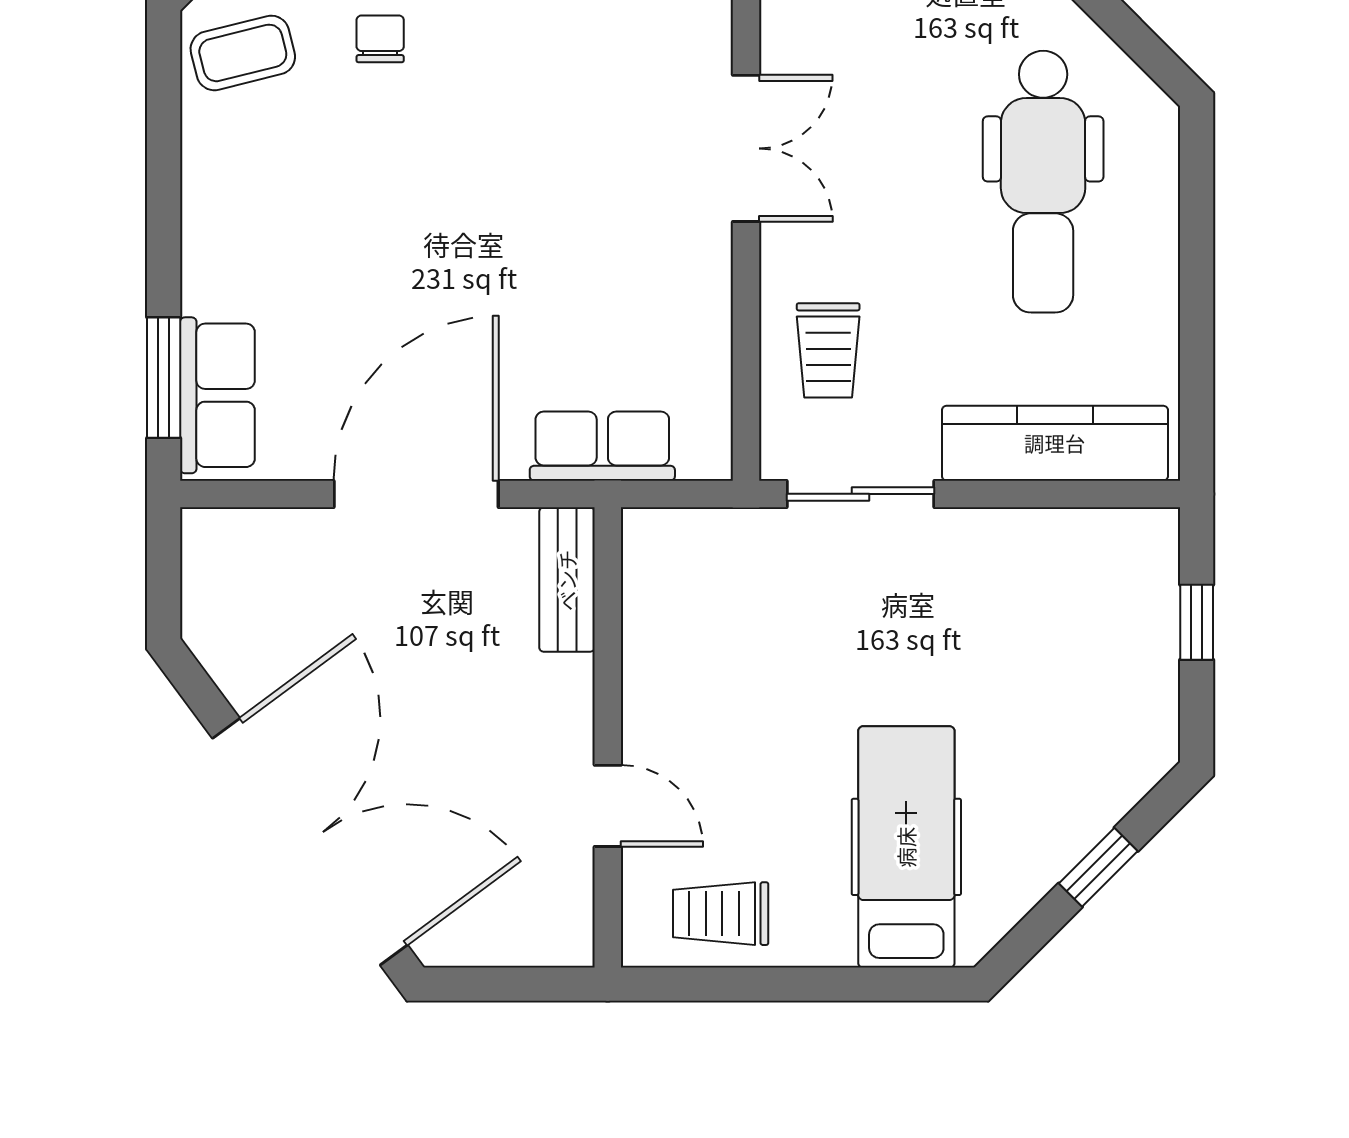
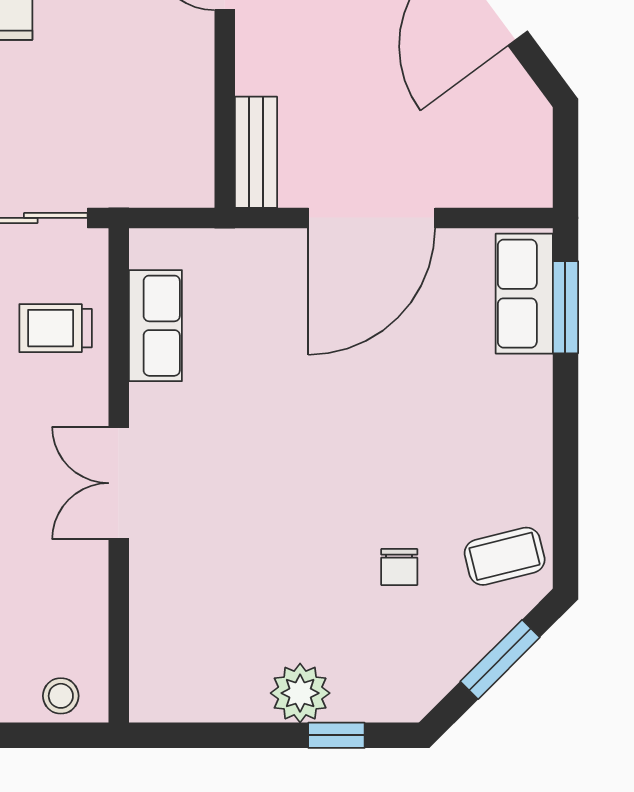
trolley: (828, 350) -> (56, 328), turned -90
row of seats: (602, 446) -> (155, 326), moved, turned -90

